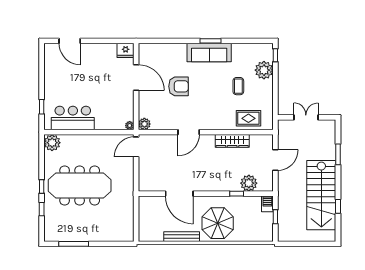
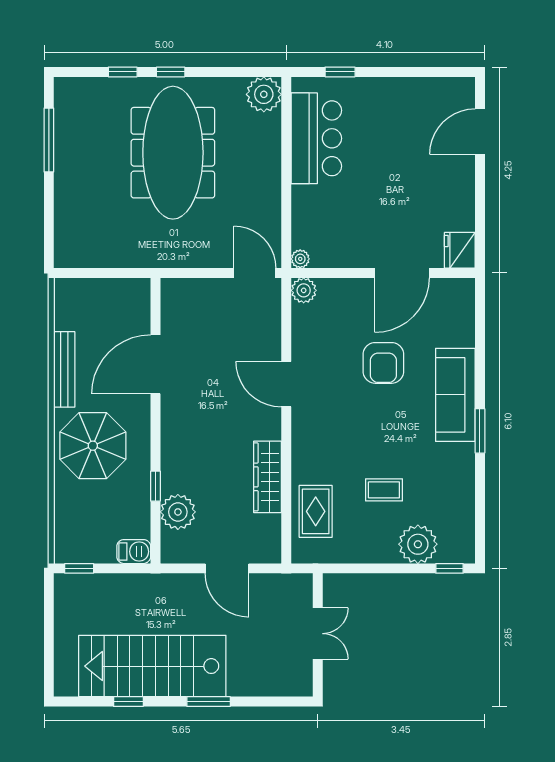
sofa: (209, 53) -> (455, 395), moved
window: (338, 154) -> (209, 702), moved
window: (275, 217) -> (79, 568), moved

